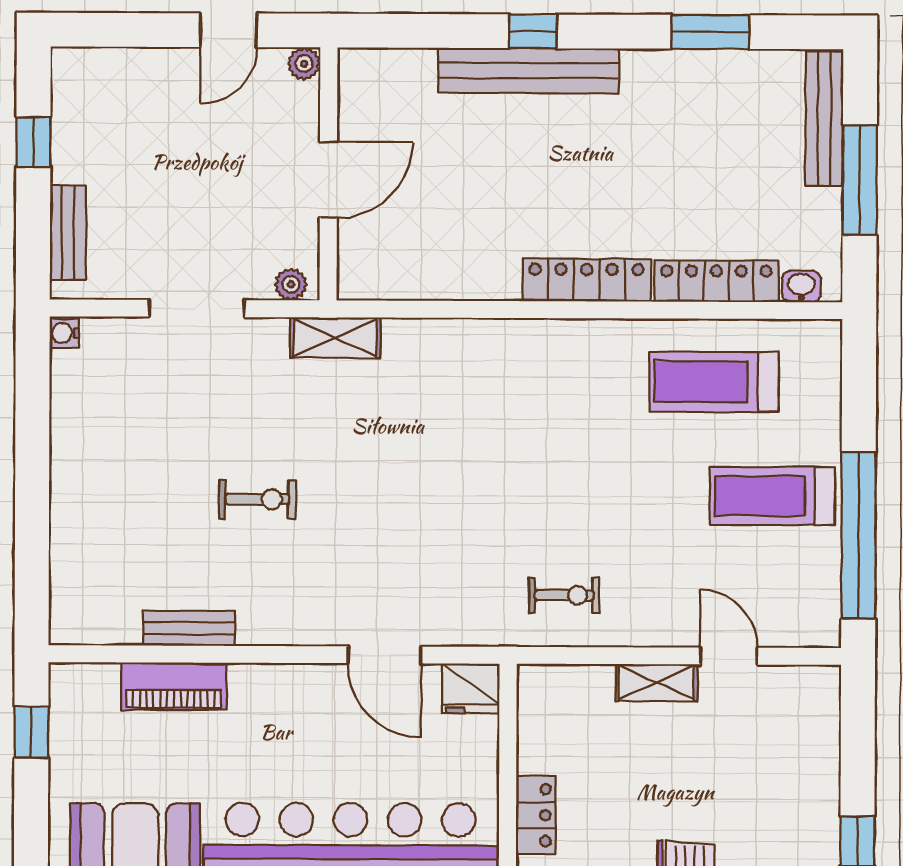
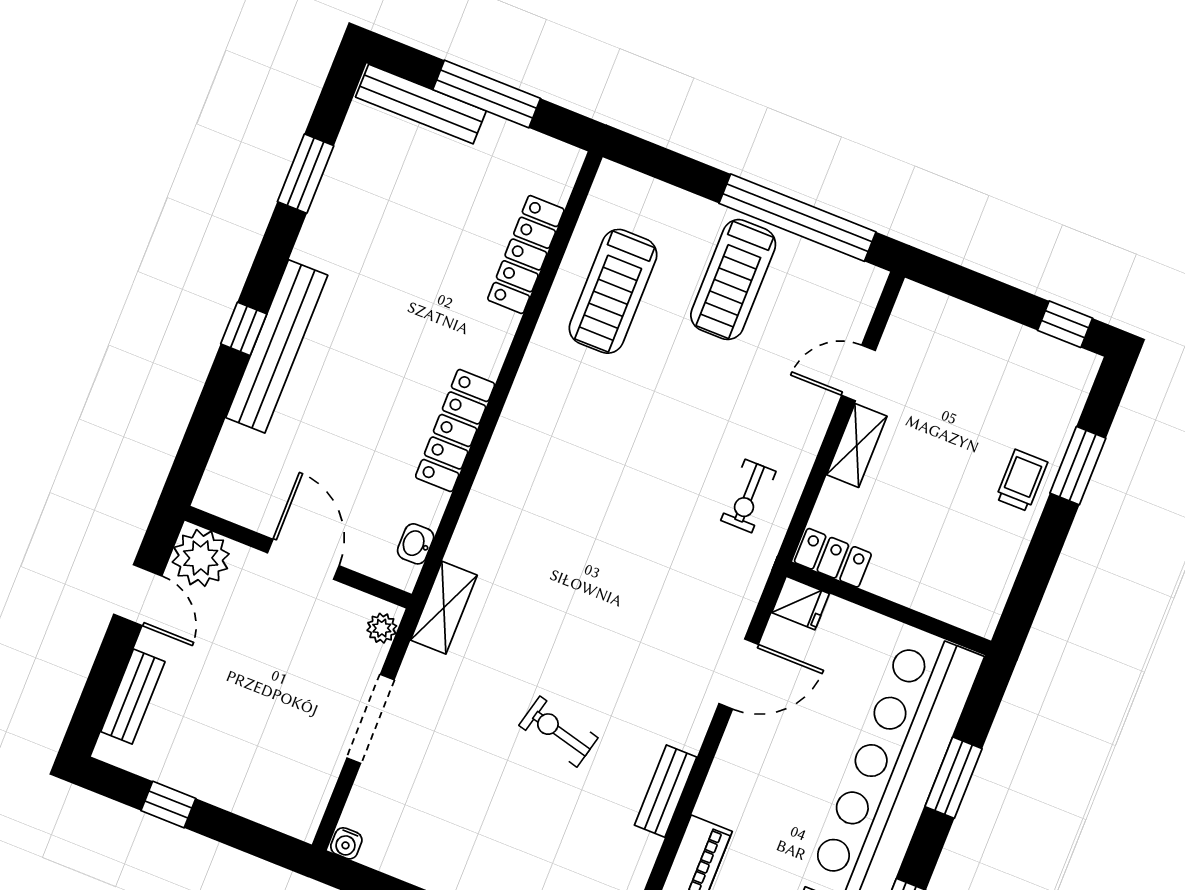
plant: (304, 64) -> (201, 558), width x1.87, depth x1.87
bench: (68, 233) -> (133, 697), moved, turned 90
locker: (587, 280) -> (455, 431), moved
washbasin: (801, 286) -> (416, 544), moved
exercise bike: (257, 499) -> (558, 732), turned -76
exercise bike: (564, 595) -> (748, 496), turned 180
bench: (189, 628) -> (666, 791), moved
fridge: (471, 688) -> (801, 603), width x0.72
locker: (536, 815) -> (833, 558), moved

